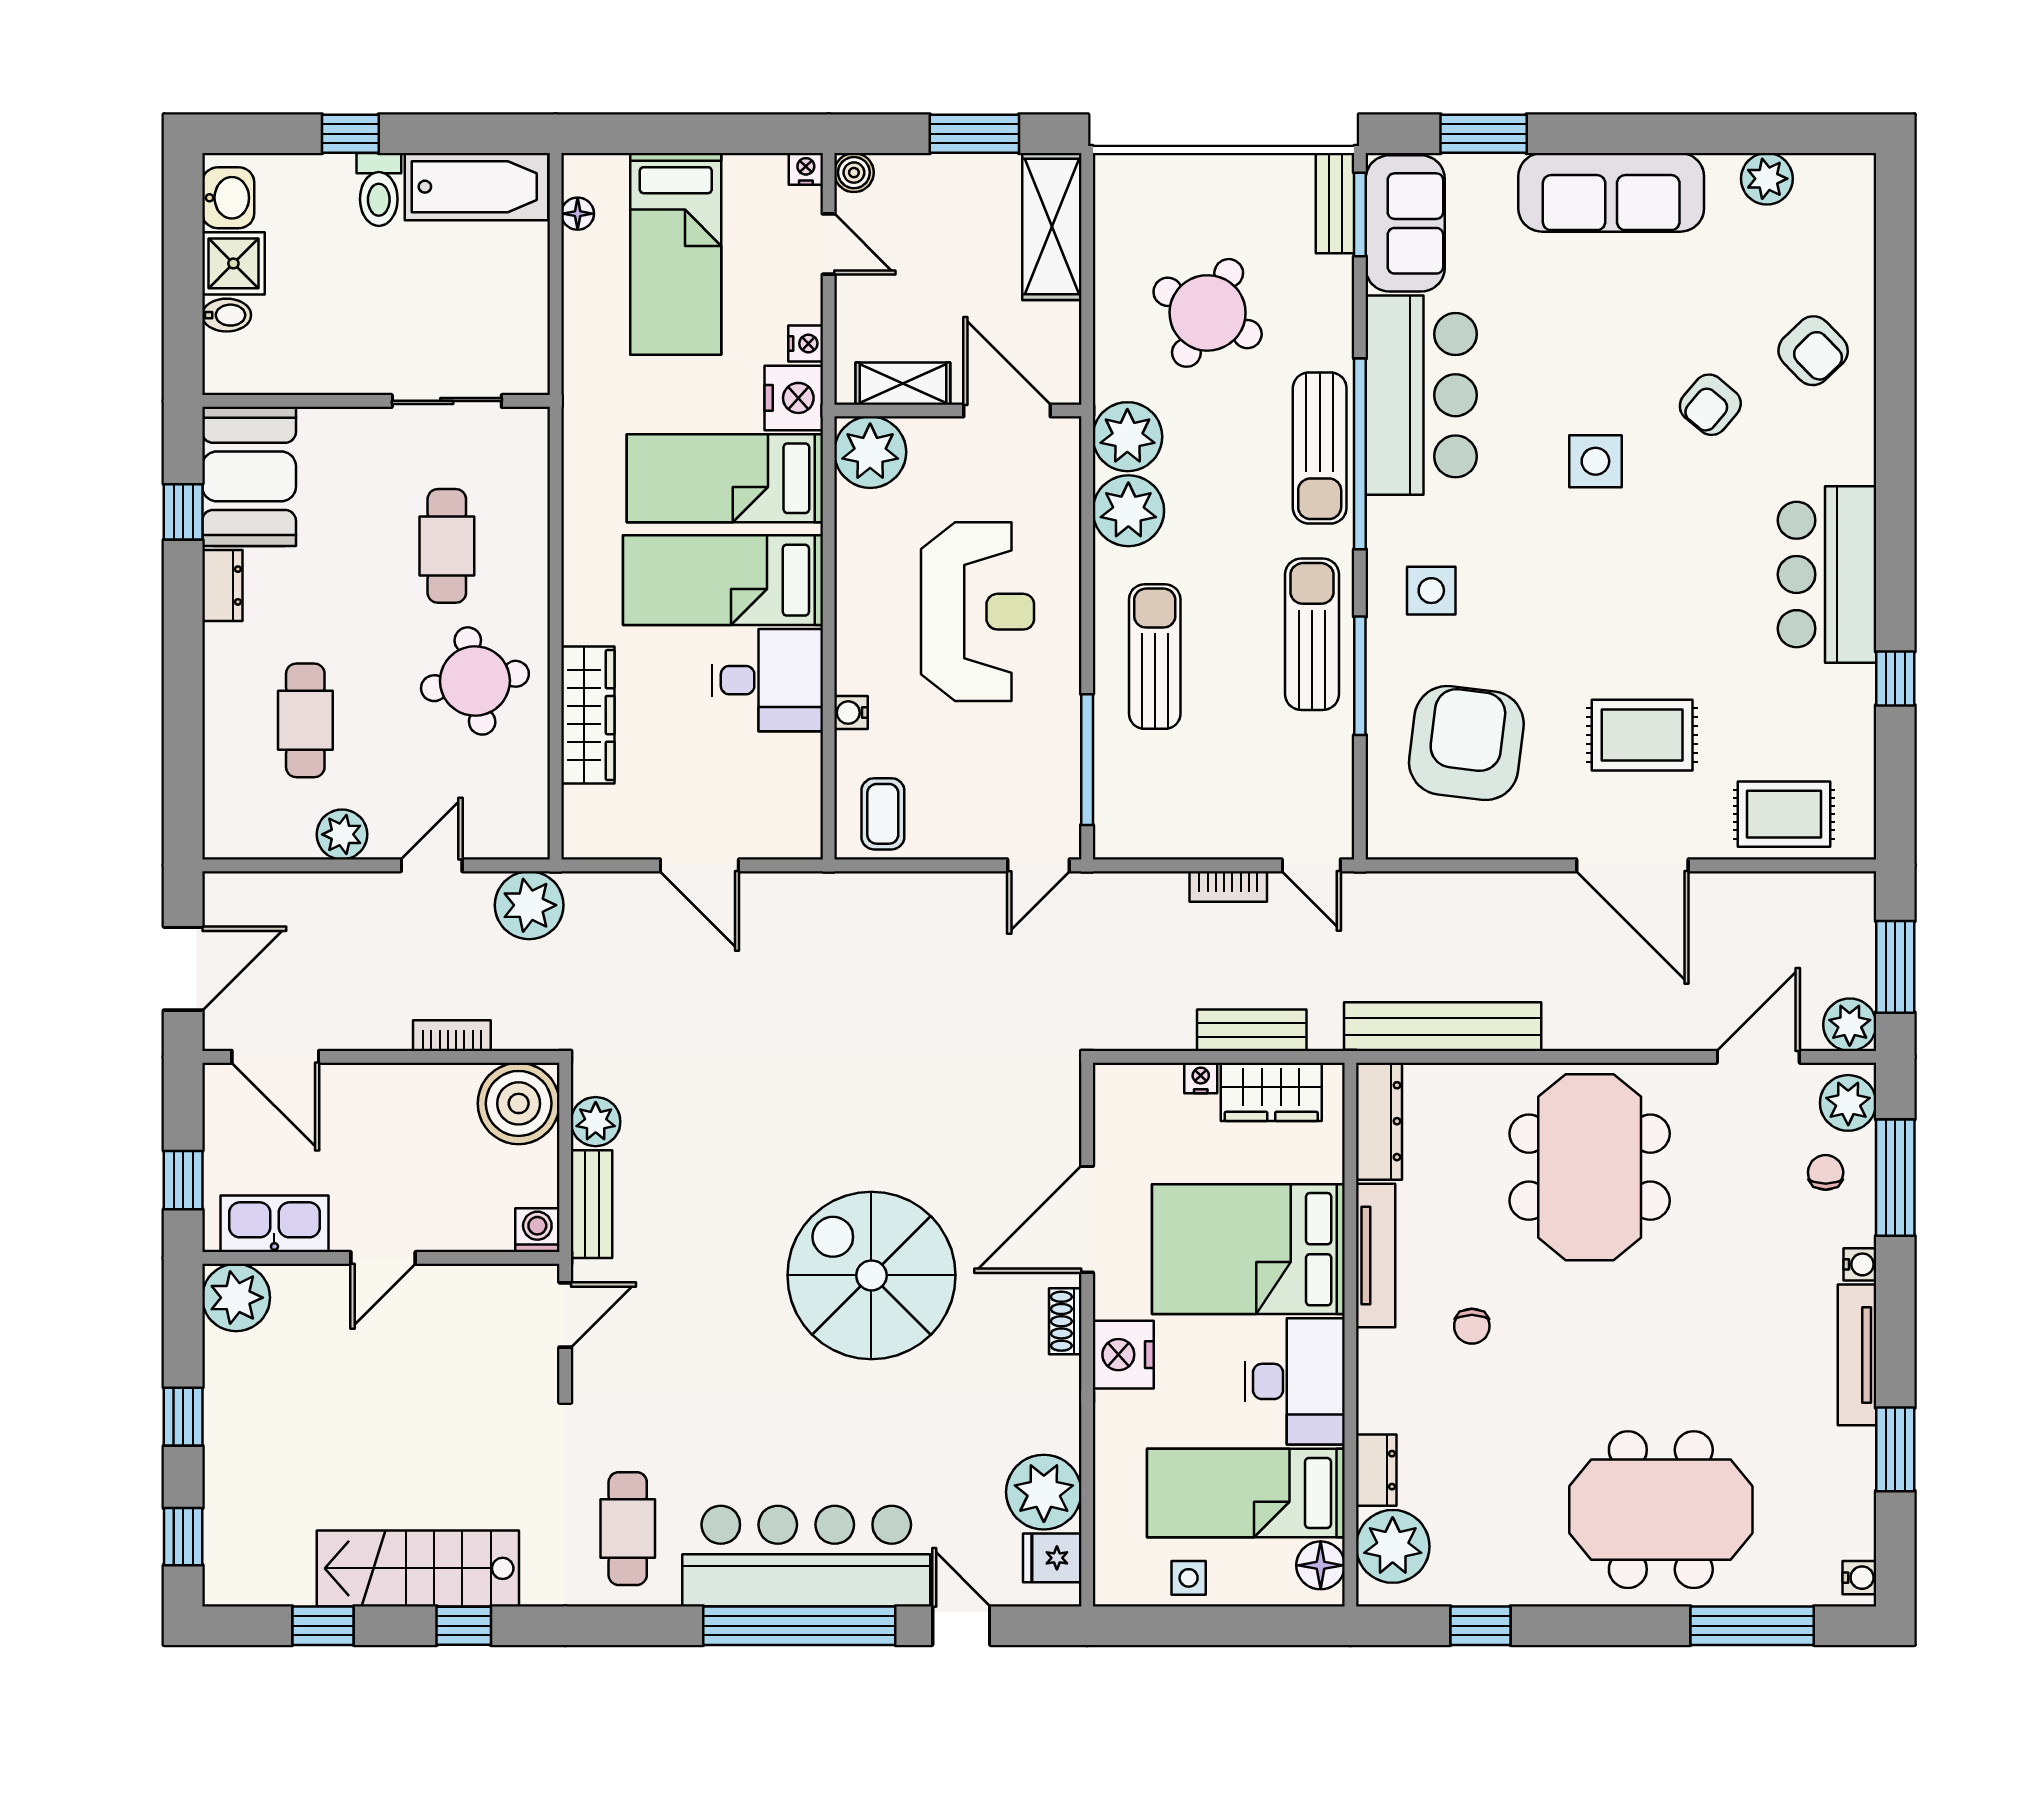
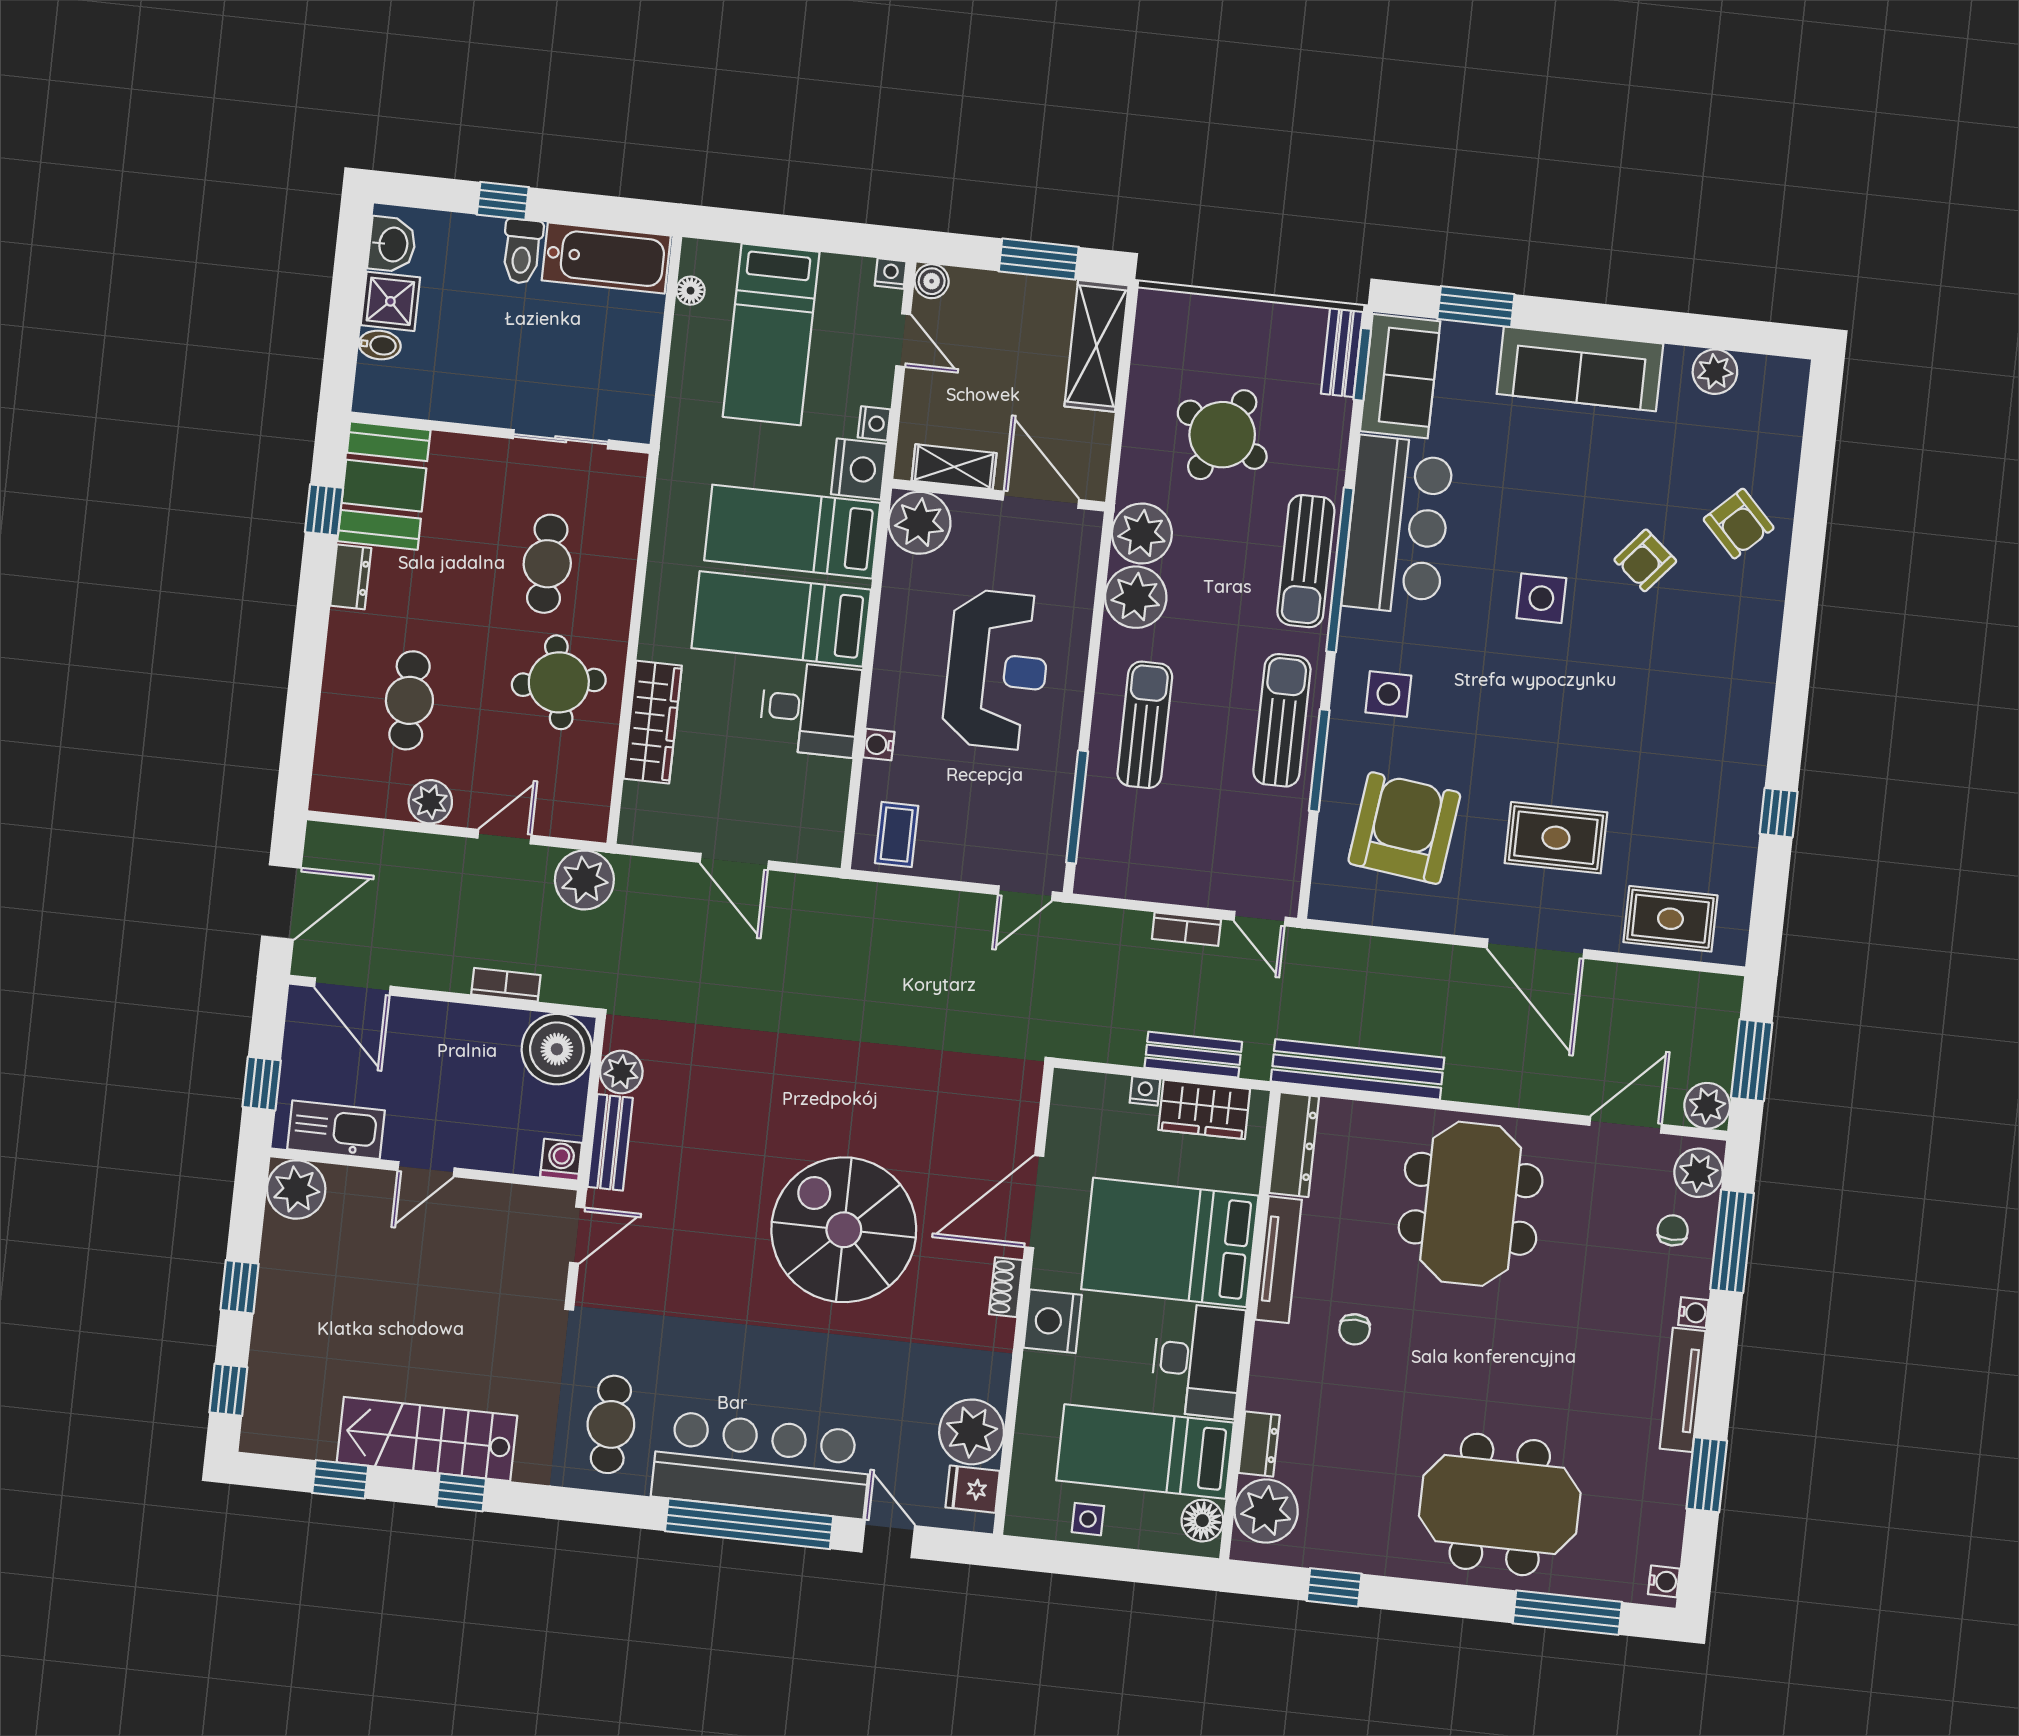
bar counter: (1827, 574) -> (1730, 717), removed

